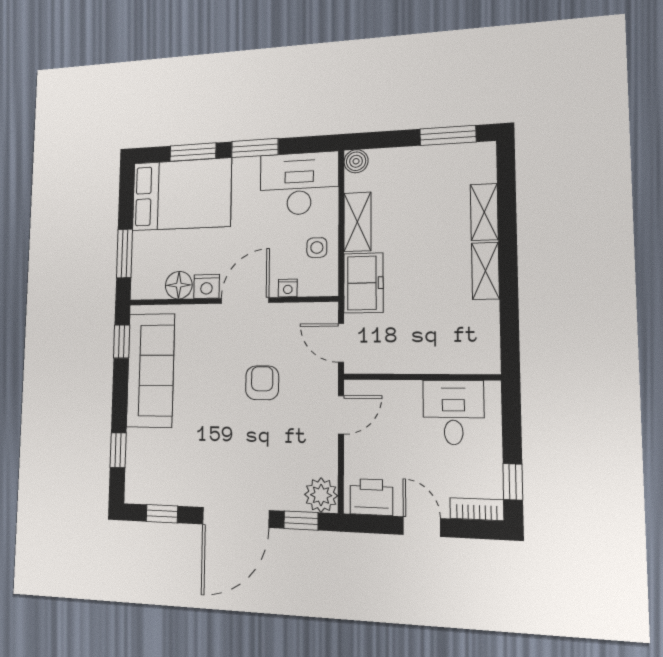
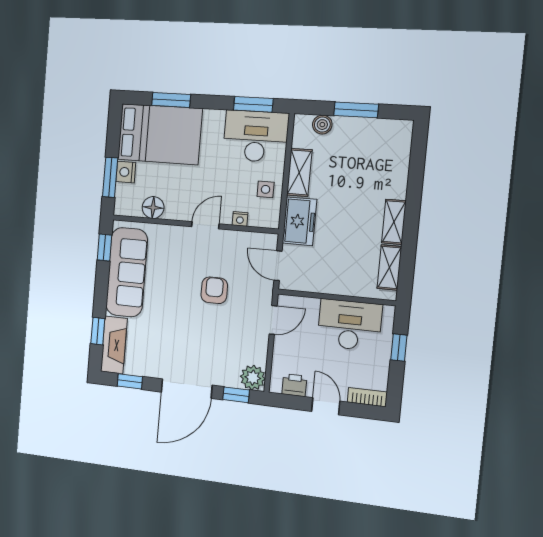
window: (448, 135) -> (356, 110), moved
window: (255, 148) -> (253, 104), moved
boiler: (356, 161) -> (322, 125), moved
shelving: (484, 212) -> (389, 267), moved
nightstand: (207, 286) -> (126, 172), moved, turned 90
door: (245, 301) -> (205, 225), width x0.73
desk: (453, 412) -> (349, 325), width x1.37
fireplace: (139, 467) -> (114, 345), added
window: (513, 482) -> (399, 348), moved
printer: (371, 497) -> (294, 385), width x0.73, depth x0.81

